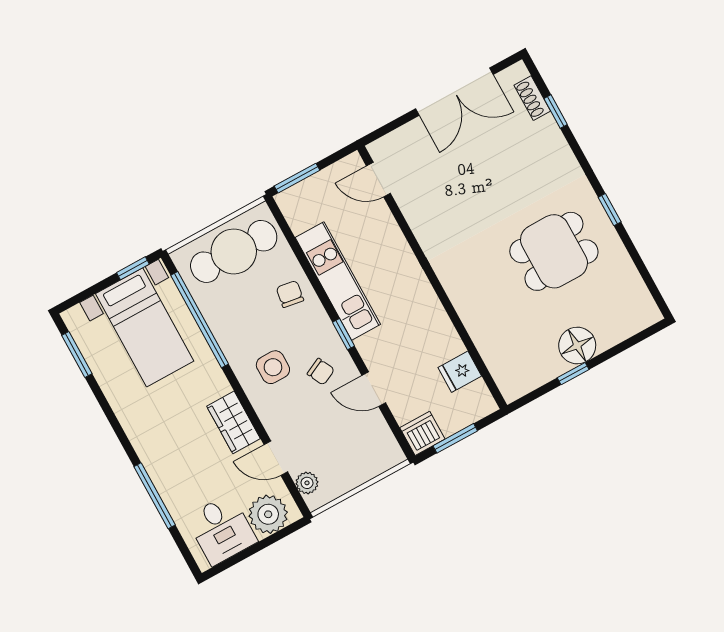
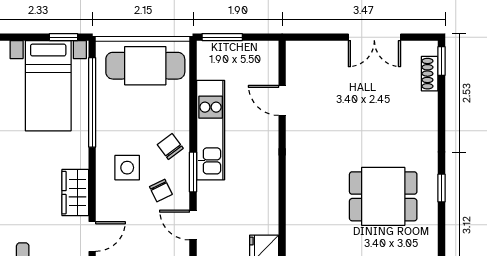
double door: (454, 92) -> (374, 37), width x0.73
window: (556, 112) -> (442, 61), moved
door: (378, 180) -> (282, 100), moved
chair: (290, 294) -> (170, 146), moved, turned -46
window: (343, 334) -> (193, 172), width x1.50
door: (276, 458) -> (92, 236), swing flipped

